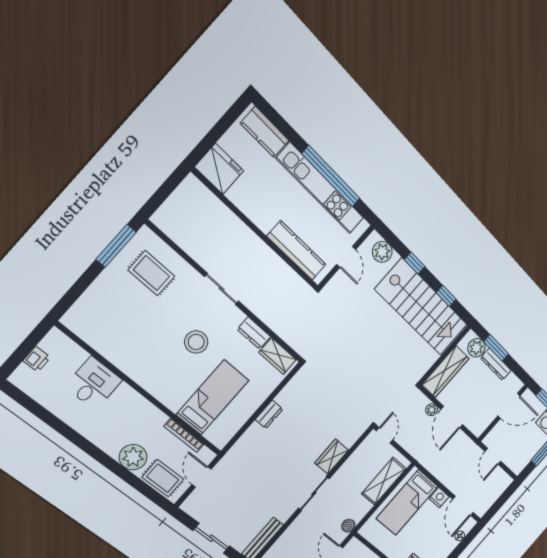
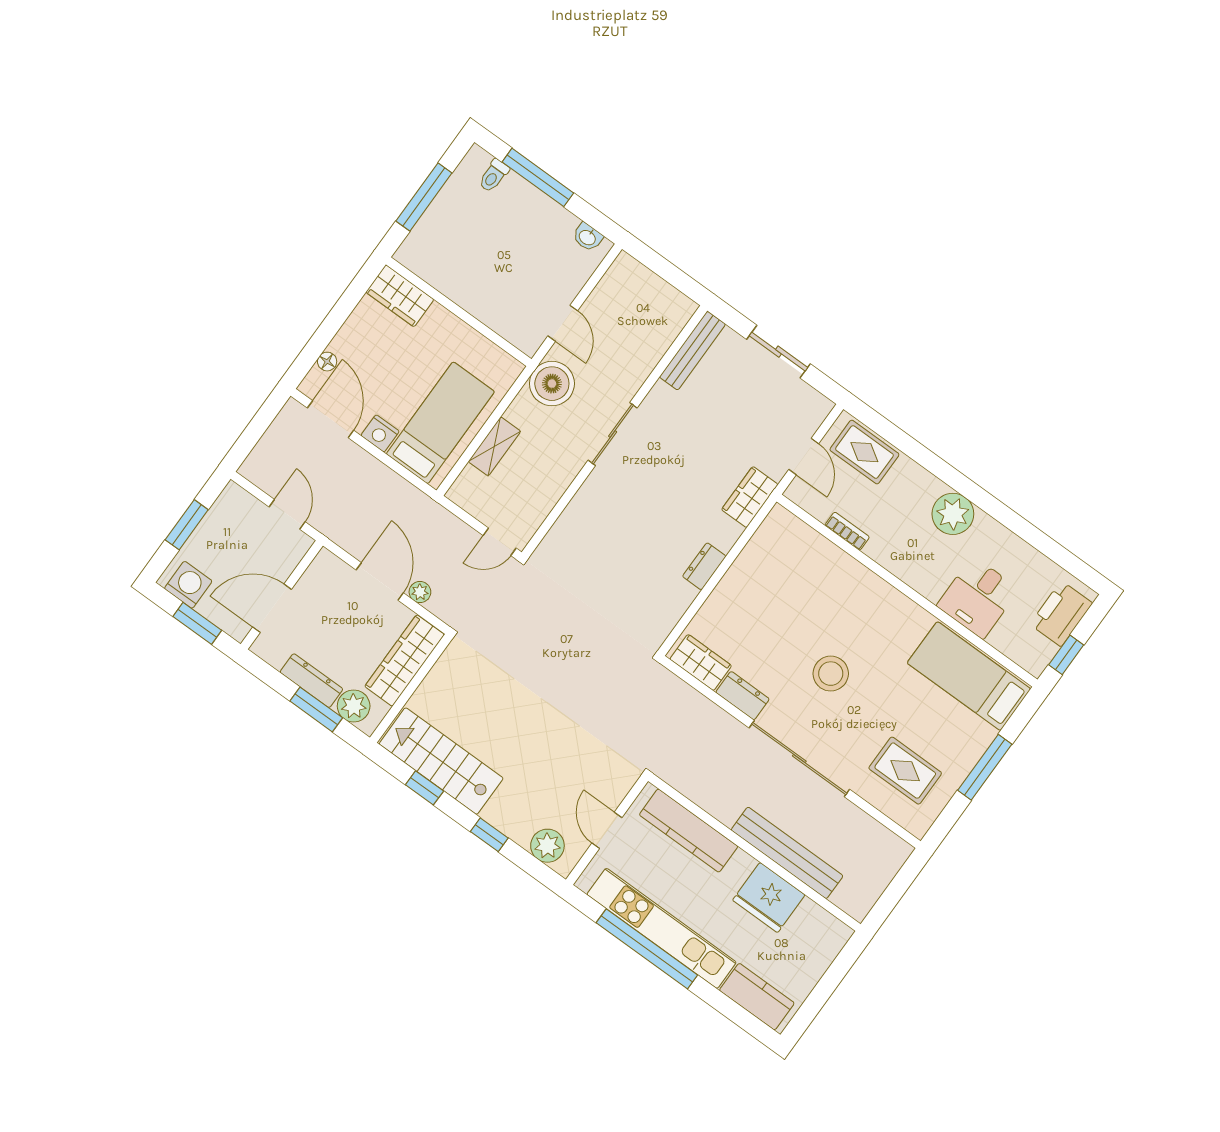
fridge: (219, 169) -> (769, 898), moved
bench: (235, 227) -> (787, 853), added
window: (116, 246) -> (985, 767), moved
sliding door: (222, 289) -> (799, 759), width x1.86
stairs: (422, 307) -> (441, 761), width x0.73, depth x0.66
window: (32, 340) -> (1066, 655), added
printer: (37, 359) -> (1061, 614), width x1.87, depth x1.48
bed: (213, 397) -> (969, 676), moved, turned 90
bookcase: (184, 435) -> (847, 531), width x0.64
door: (385, 435) -> (500, 542), hinge flipped
plant: (133, 457) -> (953, 514), moved
wardrobe: (332, 457) -> (750, 497), moved, turned 180
shelving: (384, 481) -> (494, 446), width x0.67, depth x0.75
boiler: (348, 526) -> (552, 384), width x1.86, depth x1.86

